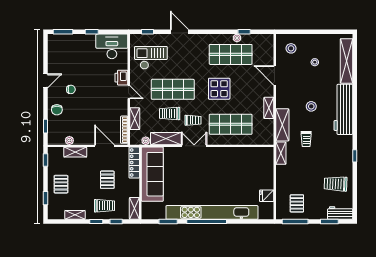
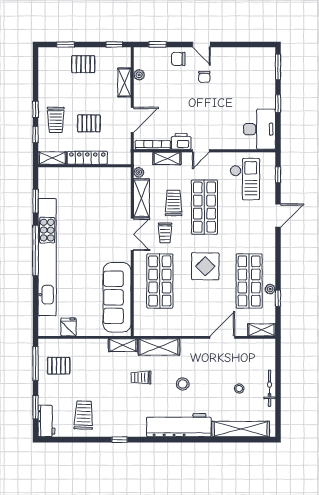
bicycle: (315, 38) -> (270, 388), added
stool: (291, 48) -> (257, 358), removed
printer: (121, 78) -> (181, 141), moved
door: (46, 81) -> (201, 44), moved
shelving: (269, 108) -> (262, 330), moved
locker: (134, 163) -> (87, 158), moved
sofa: (152, 174) -> (117, 297), moved, turned 90
shelving: (75, 215) -> (44, 82), removed

